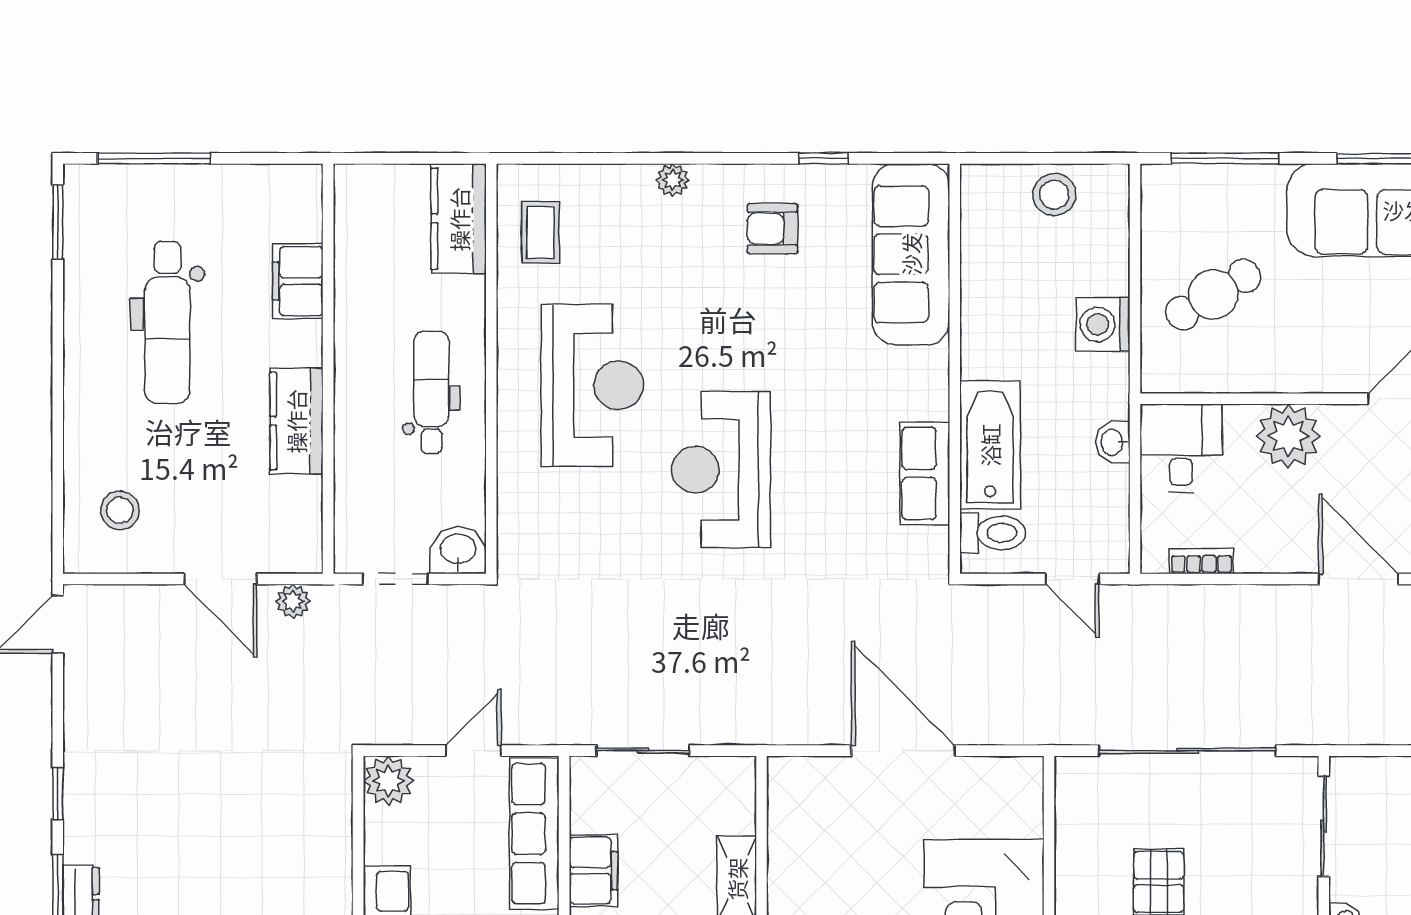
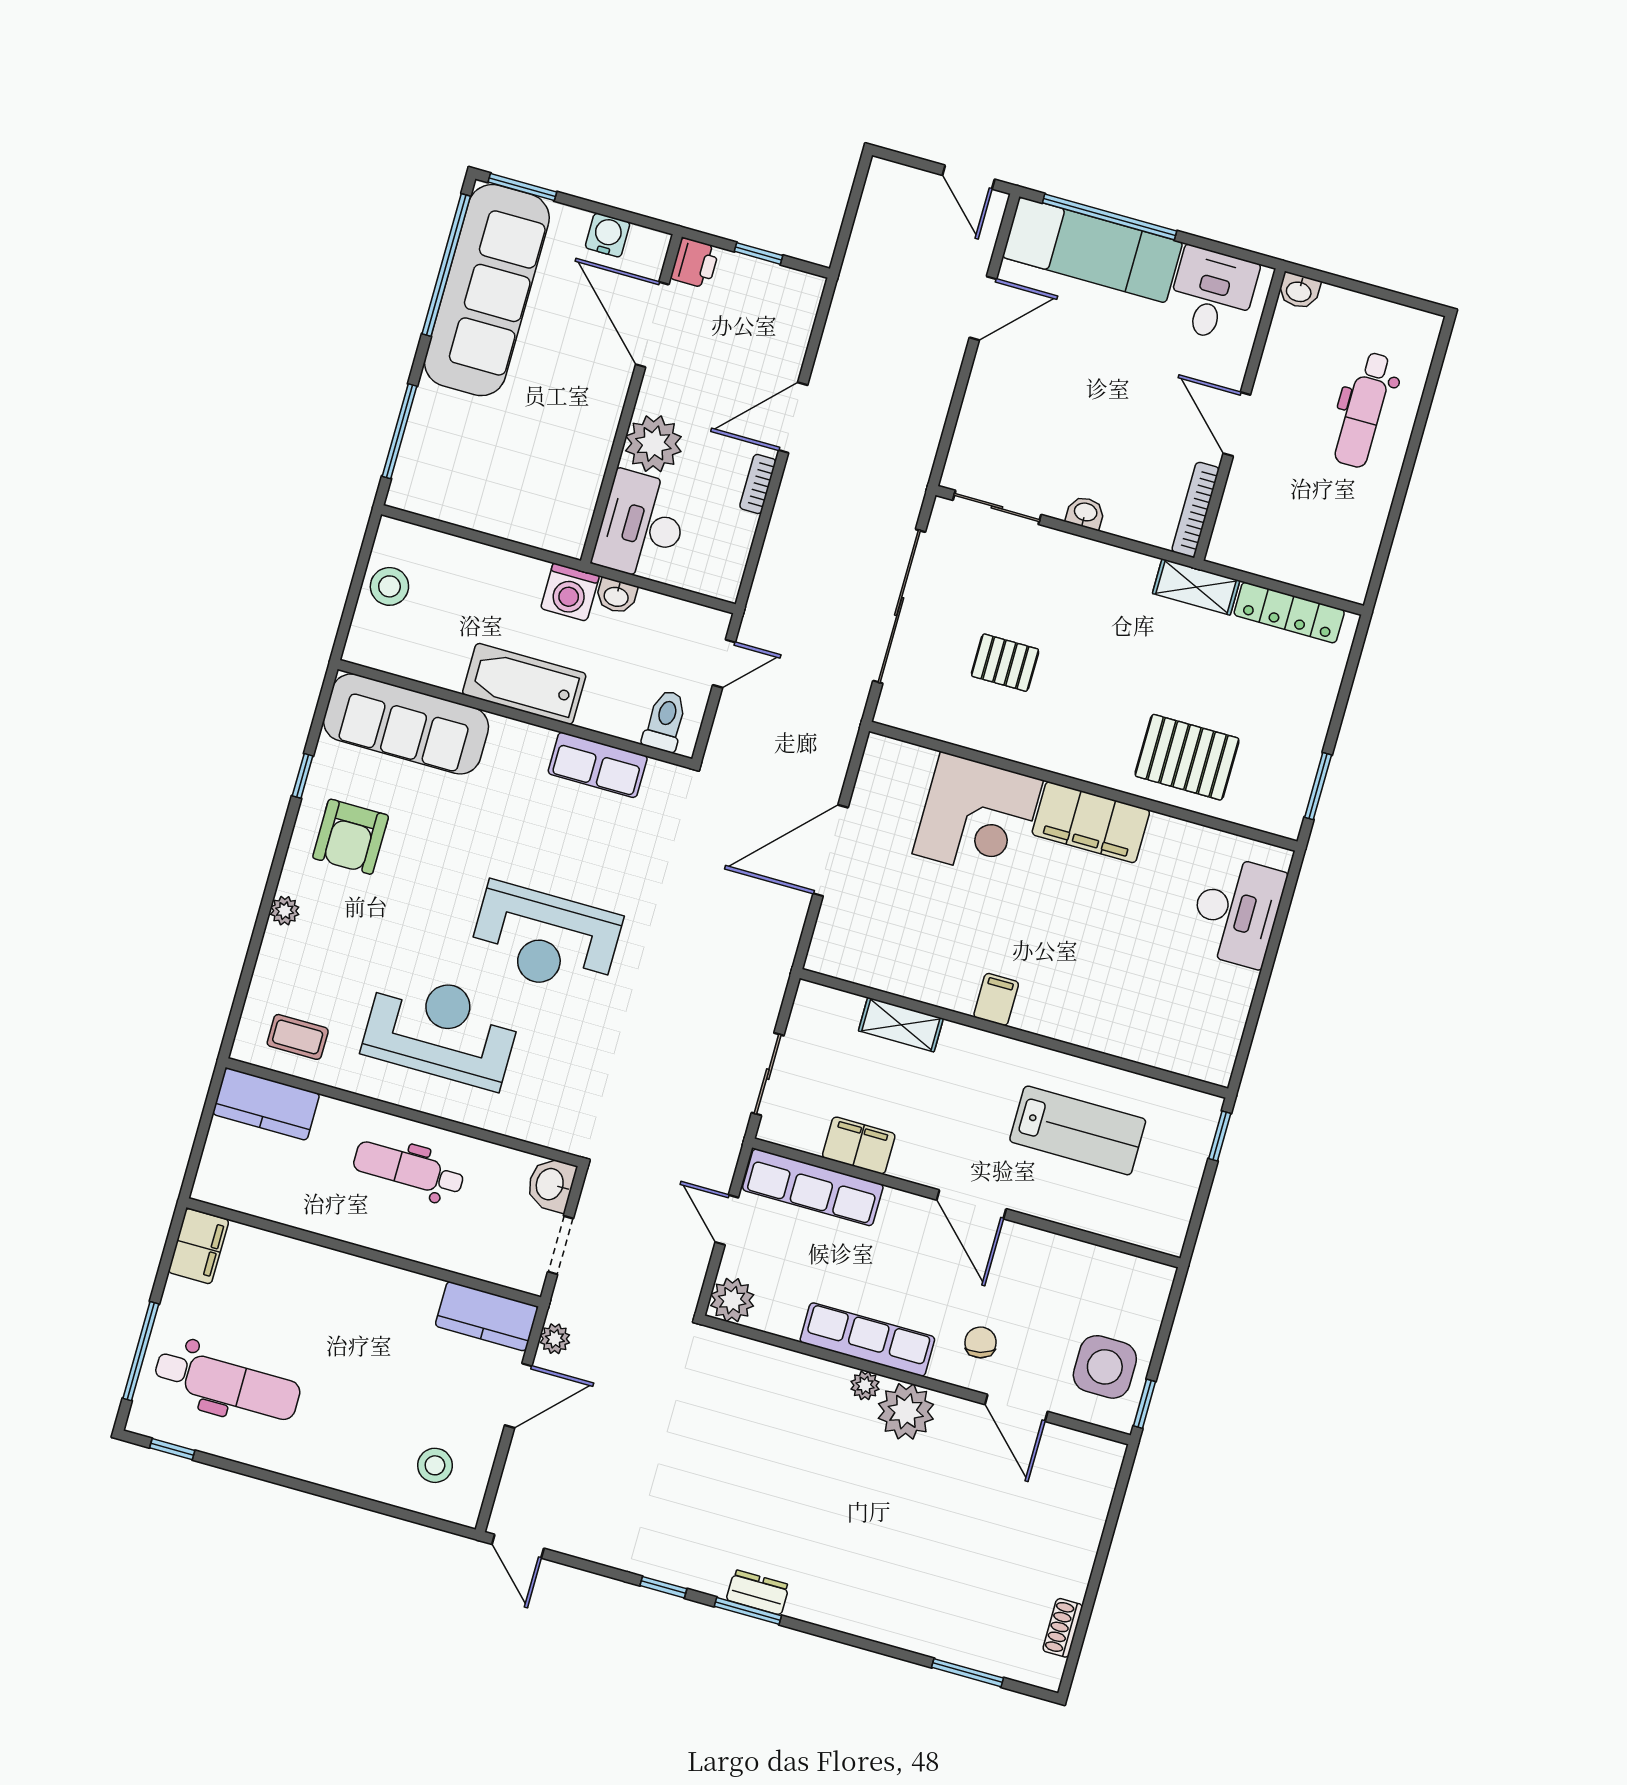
window: (58, 222) -> (172, 1449), width x0.67
armchair: (772, 229) -> (351, 837), width x1.38, depth x1.38
filing cabinet: (298, 281) -> (199, 1246), moved, turned -90
cafe table: (1213, 294) -> (514, 474), removed
dental chair: (167, 323) -> (227, 1383), moved
washing machine: (1103, 324) -> (570, 592), moved
kitchen counter: (296, 421) -> (487, 1316), moved
bathtub: (990, 445) -> (524, 684), moved
desk: (1181, 448) -> (641, 526), width x1.37
bookcase: (1201, 561) -> (758, 484), moved

